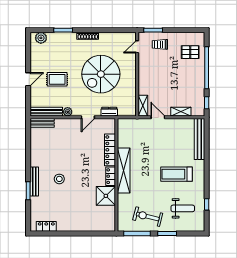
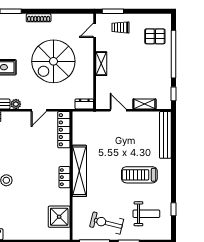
shelving: (143, 106) -> (101, 64), moved
dresser: (109, 112) -> (84, 104), moved
locker: (110, 150) -> (64, 130), moved
shower: (106, 196) -> (59, 217), moved

